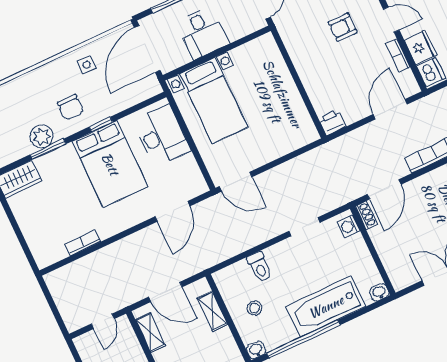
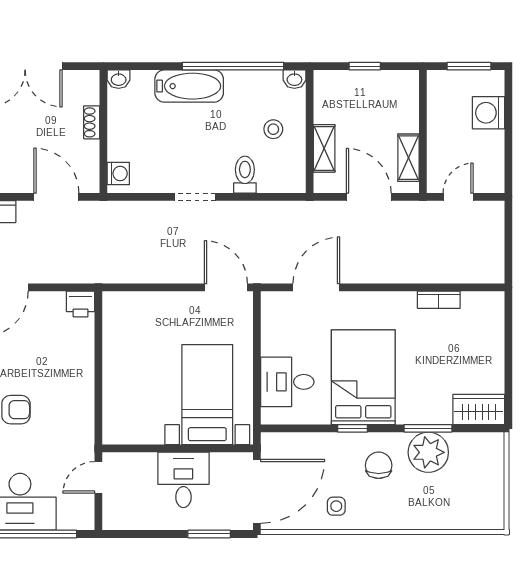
plant: (42, 136) -> (428, 452), width x1.36, depth x1.36
desk: (162, 136) -> (287, 382), width x0.73
door: (384, 189) -> (56, 197), hinge flipped
shoe rack: (366, 215) -> (92, 122), moved
doorway: (304, 227) -> (195, 197), moved
bathtub: (326, 307) -> (189, 86), width x0.73, depth x0.73

